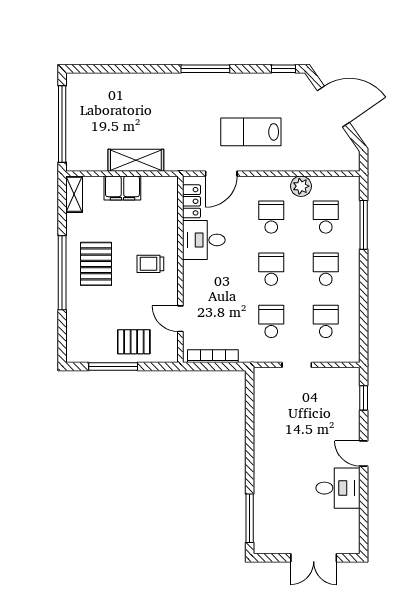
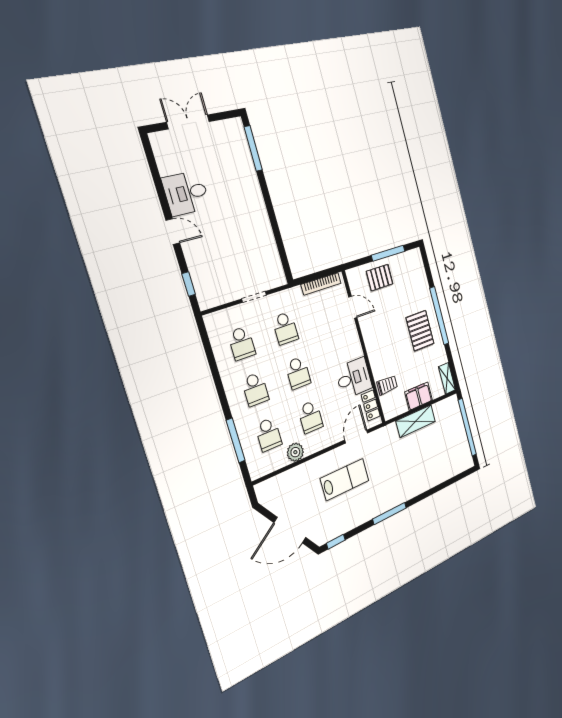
trolley: (150, 264) -> (387, 385), moved

